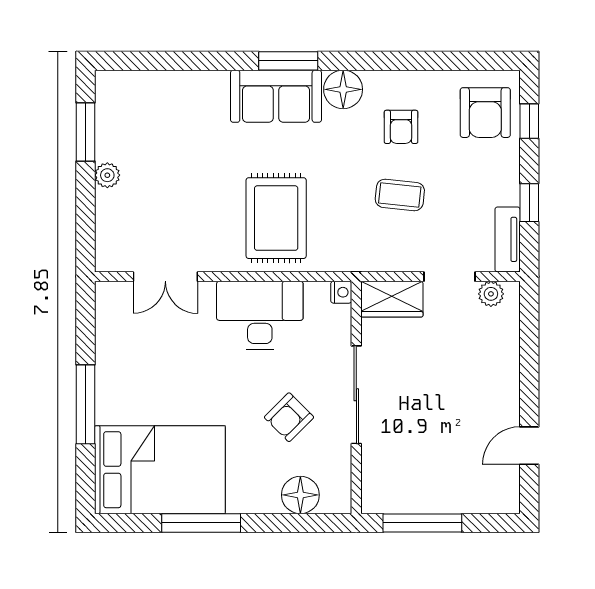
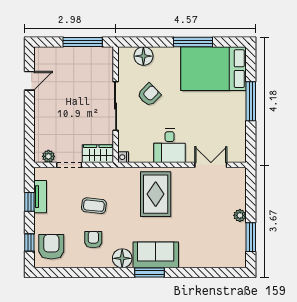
tv unit: (508, 239) -> (40, 197), moved
desk: (260, 315) -> (170, 146), width x0.73

